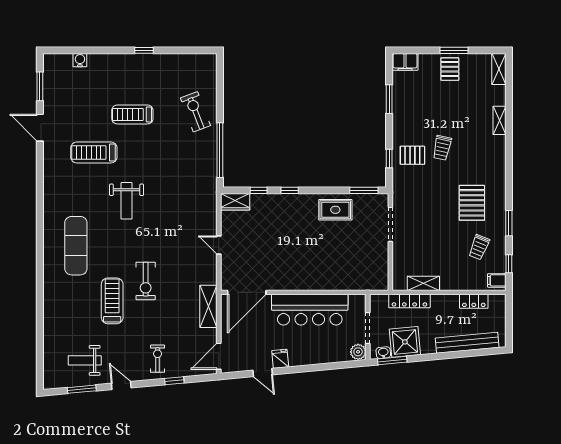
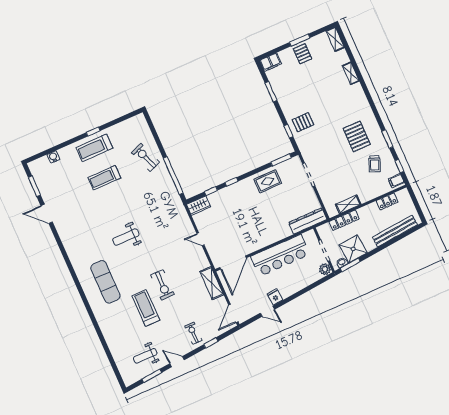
trolley: (442, 148) -> (321, 108), removed
treadmill: (94, 153) -> (94, 148), moved
weight bench: (127, 201) -> (126, 237), turned 90
dresser: (364, 282) -> (308, 221), added

